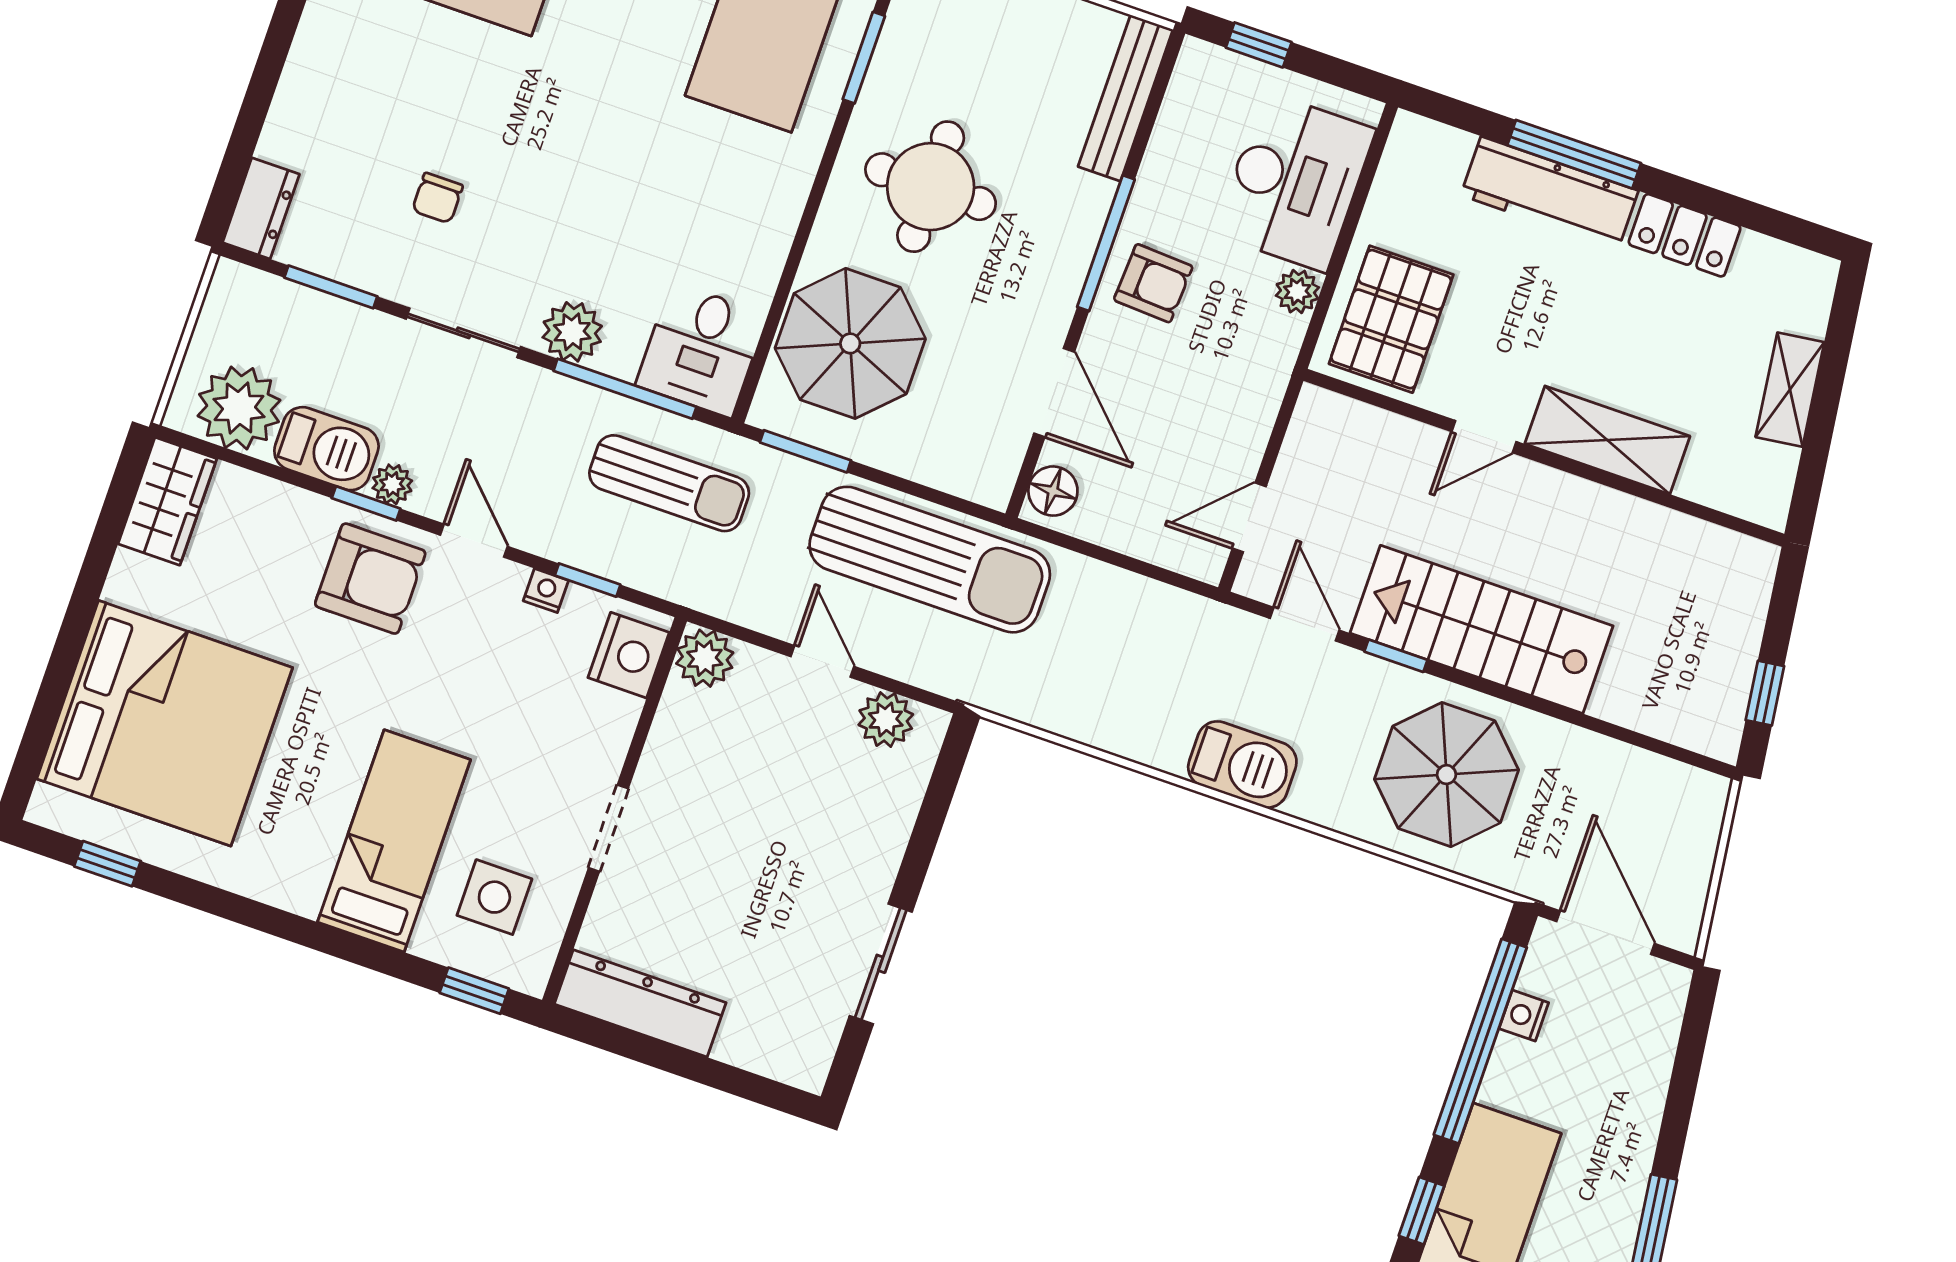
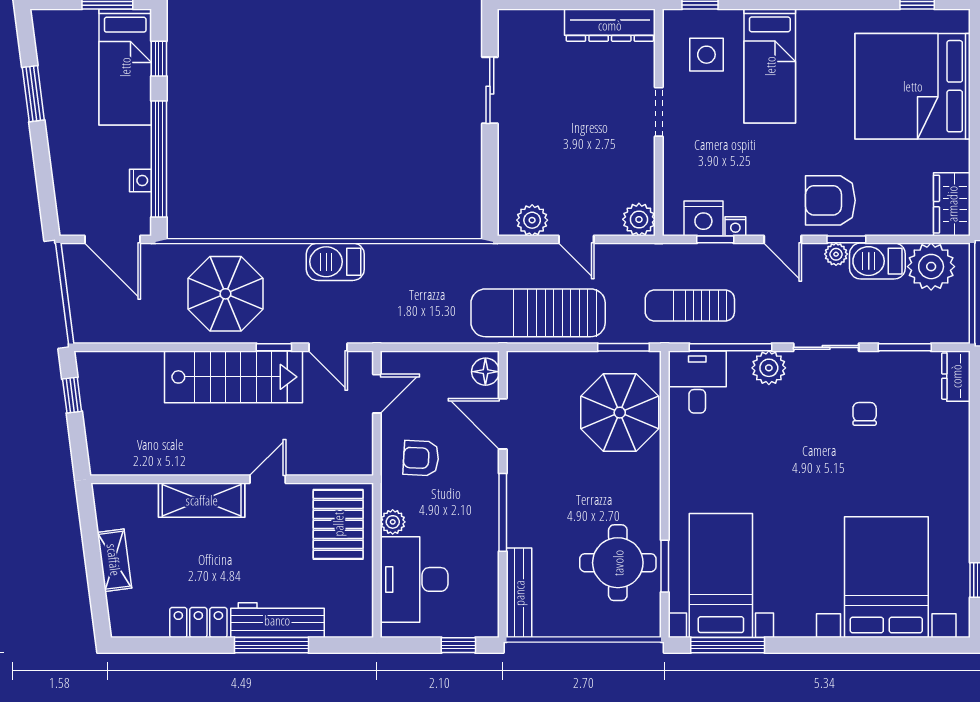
round table: (931, 187) -> (618, 563), moved
armchair: (1153, 283) -> (421, 458), moved
nightstand: (629, 655) -> (703, 218), moved, turned -90

